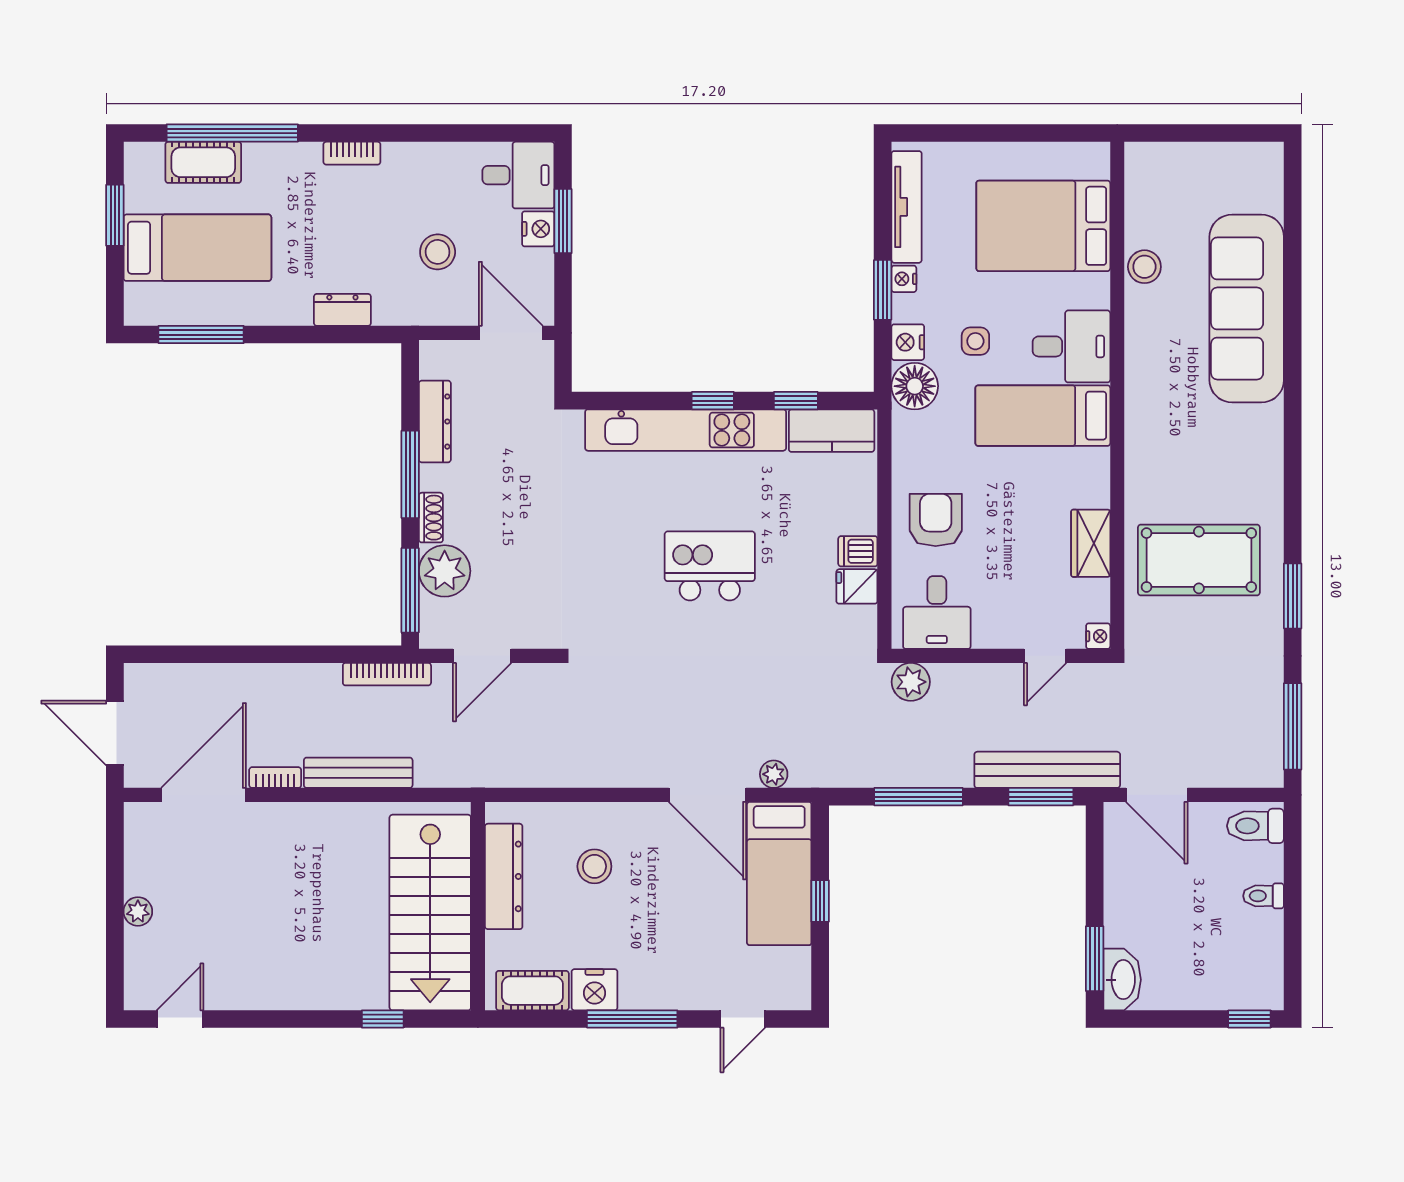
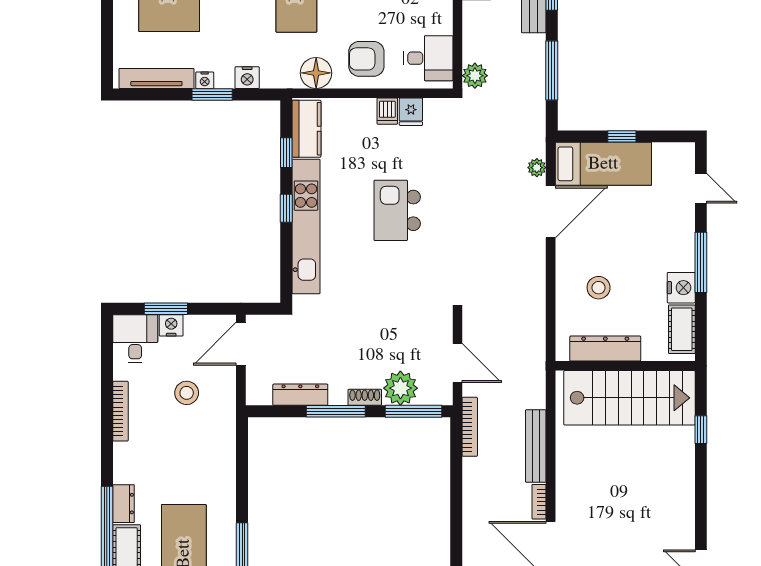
bookcase: (352, 153) -> (120, 411), moved, width x1.56
dresser: (342, 310) -> (124, 504), moved, turned 180
side table: (975, 341) -> (246, 32), removed
floor lamp: (915, 386) -> (316, 73), moved

